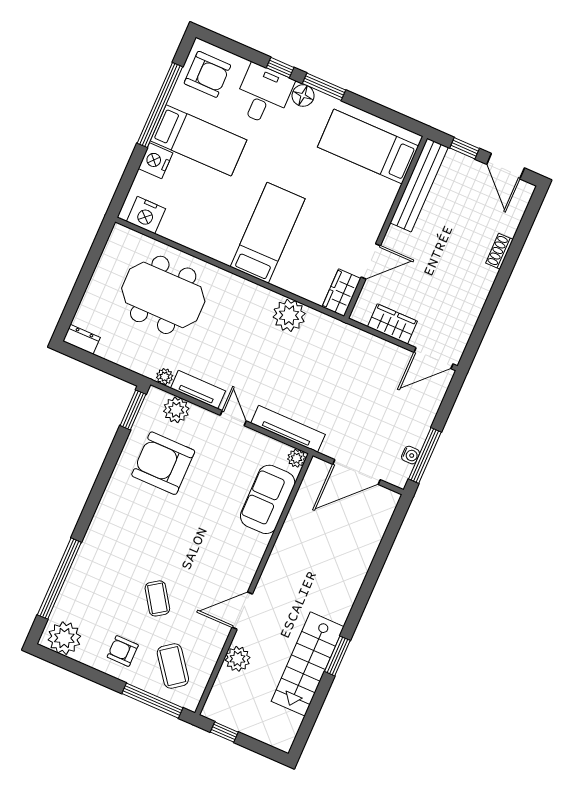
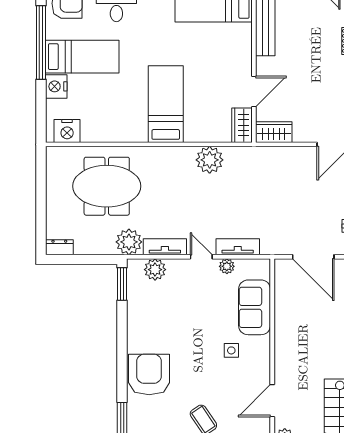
wardrobe: (392, 324) -> (274, 132), moved
plant: (165, 377) -> (129, 242), width x1.88, depth x1.88
tv unit: (288, 429) -> (238, 247), width x0.71
plant: (297, 458) -> (227, 266), moved
armchair: (163, 463) -> (149, 374), moved, turned 90
door: (357, 472) -> (313, 257), hinge flipped
side table: (221, 536) -> (231, 350), added

